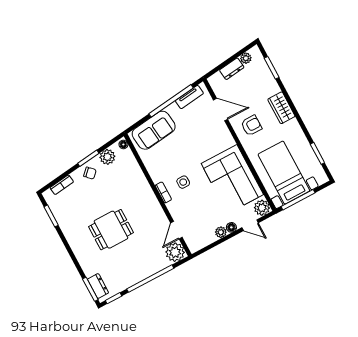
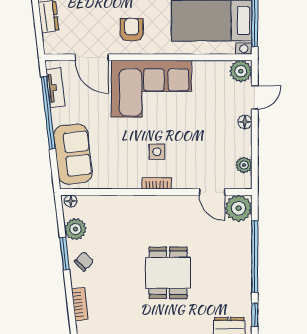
door: (221, 110) -> (92, 57), swing flipped
corner sofa: (232, 179) -> (151, 89), moved
plant: (221, 232) -> (244, 165), moved

